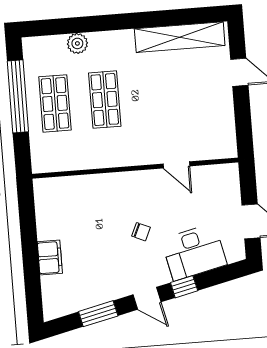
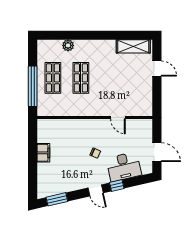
shelving: (180, 37) -> (133, 46), width x0.68
window: (18, 96) -> (33, 86), moved
filing cabinet: (50, 258) -> (43, 153), moved
window: (98, 314) -> (57, 199), moved

